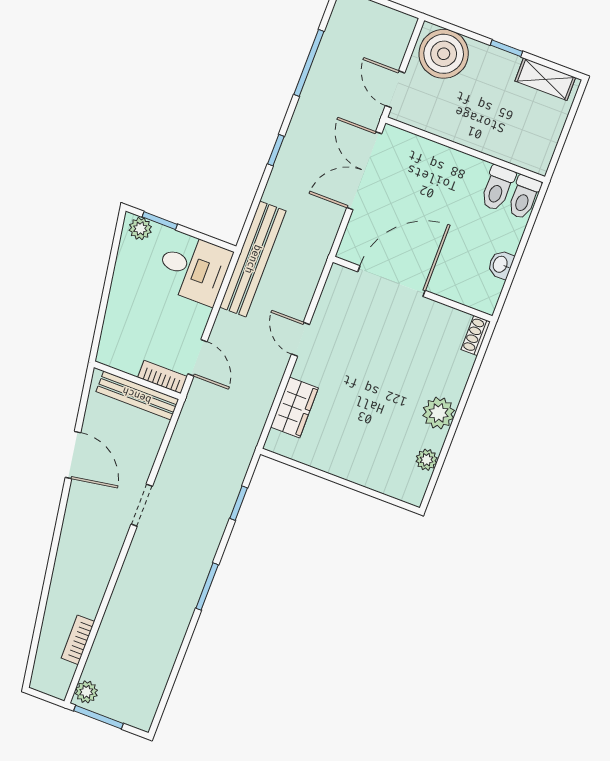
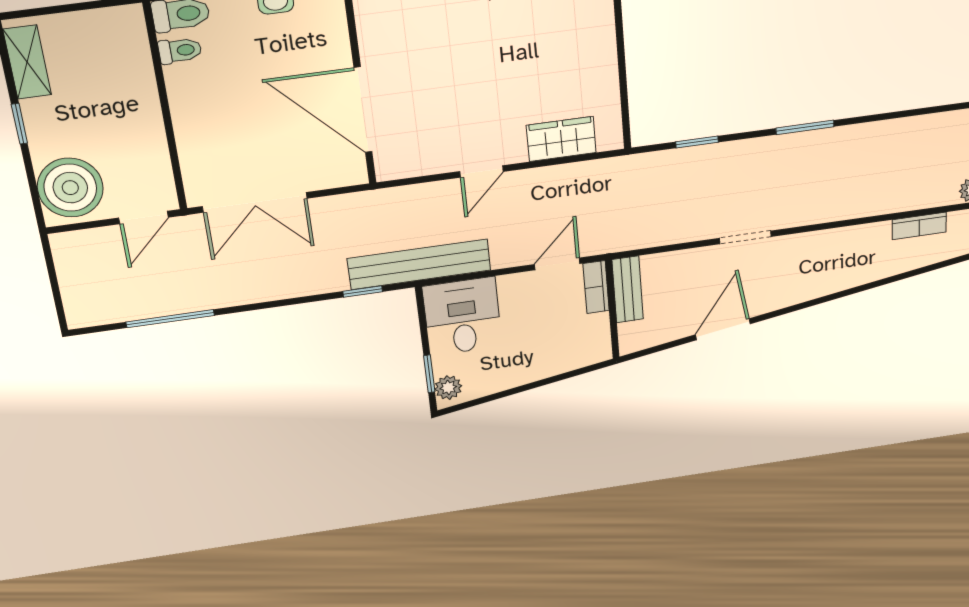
window: (276, 150) -> (363, 291), moved
toilet: (497, 188) -> (180, 51), width x0.73, depth x0.72
bench: (137, 395) -> (628, 289), width x0.73

